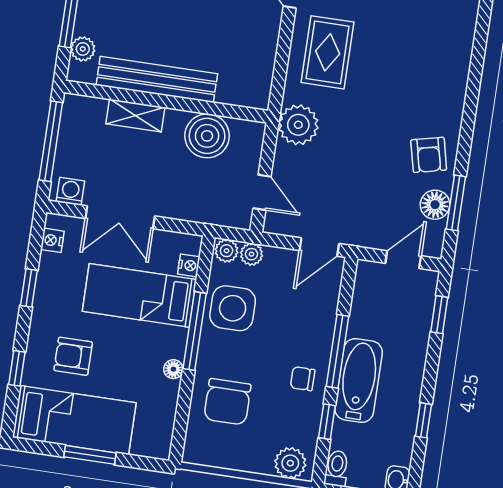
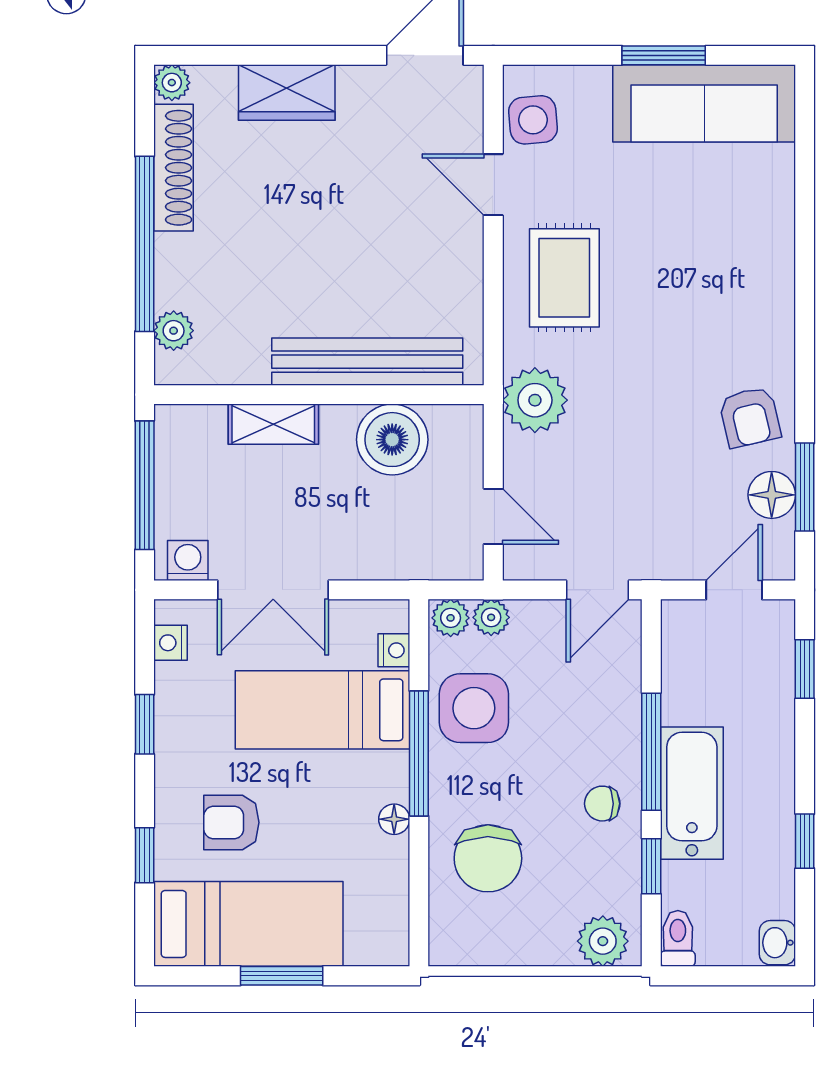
bench: (157, 79) -> (367, 362), moved

